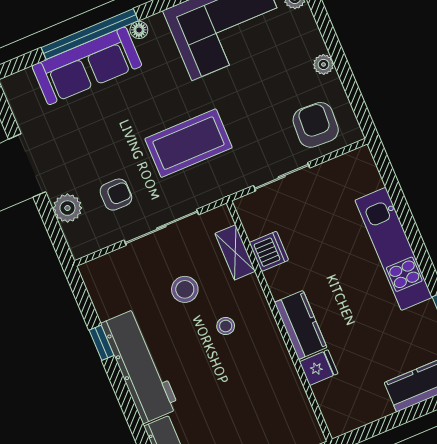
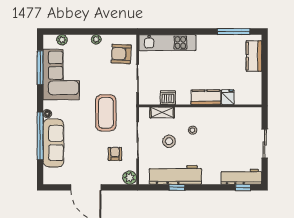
plant: (67, 208) -> (130, 178), moved
kitchen unit: (394, 249) -> (167, 43), moved
workbench: (140, 366) -> (175, 175), moved

